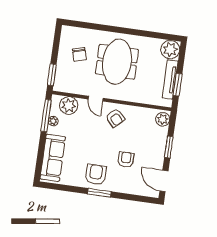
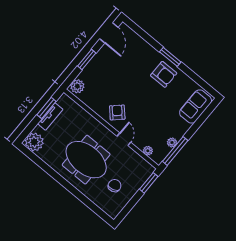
meeting table: (117, 62) -> (86, 160), turned 90
tv unit: (170, 79) -> (50, 117), width x0.71
plant: (69, 106) -> (148, 151), width x0.53, depth x0.53
sofa: (53, 158) -> (196, 107), width x0.73
armchair: (126, 160) -> (130, 71), removed
armchair: (96, 174) -> (164, 74), turned -90

